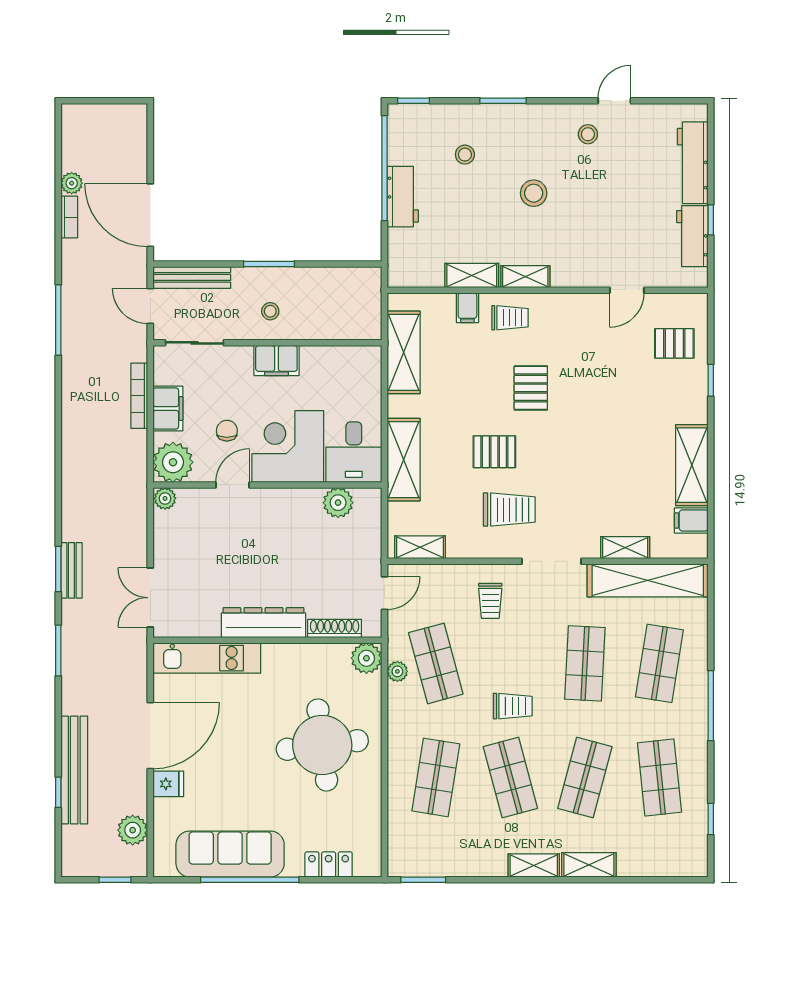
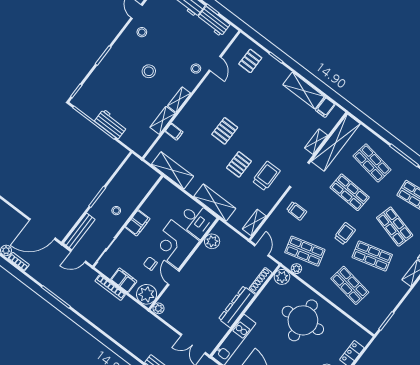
stool: (465, 155) -> (196, 69), moved
trolley: (510, 318) -> (191, 118), removed
pallet: (531, 388) -> (225, 131), turned 90

